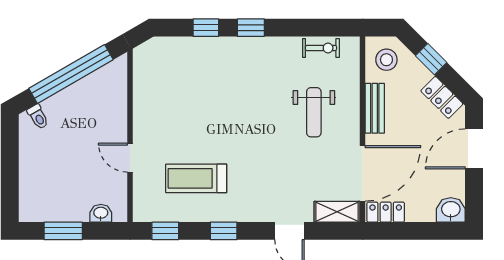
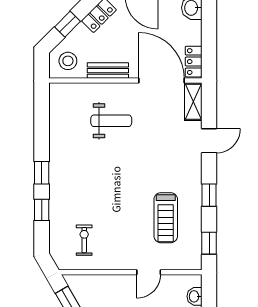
exercise bike: (321, 48) -> (84, 240), moved

